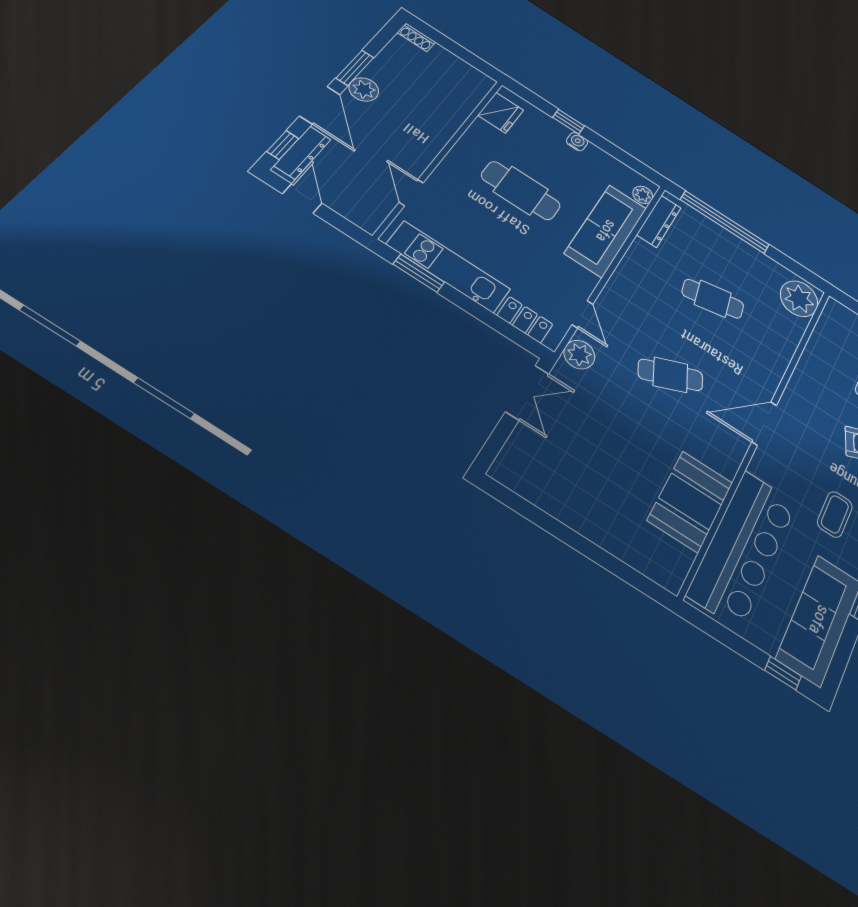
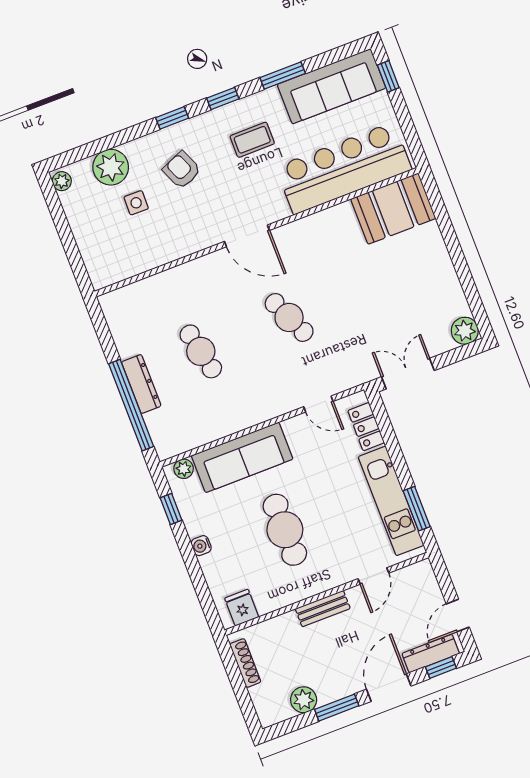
shoe rack: (416, 37) -> (245, 663), moved, width x1.43
plant: (364, 89) -> (304, 700), moved
fridge: (501, 113) -> (242, 608), width x0.72
window: (569, 122) -> (171, 509), moved
bench: (434, 142) -> (323, 609), added
dresser: (659, 221) -> (141, 384), moved, turned 90
plant: (799, 299) -> (124, 306), removed
door: (583, 314) -> (318, 404), swing flipped
plant: (579, 355) -> (465, 331), moved
booth: (690, 501) -> (393, 209), moved

